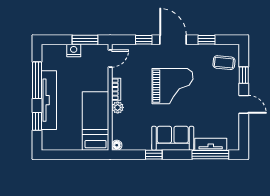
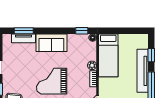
window: (154, 155) -> (82, 31), moved
window: (210, 155) -> (24, 31), width x0.69

